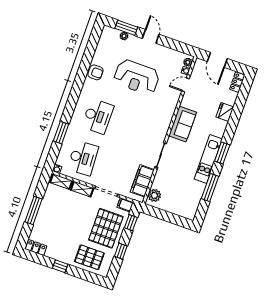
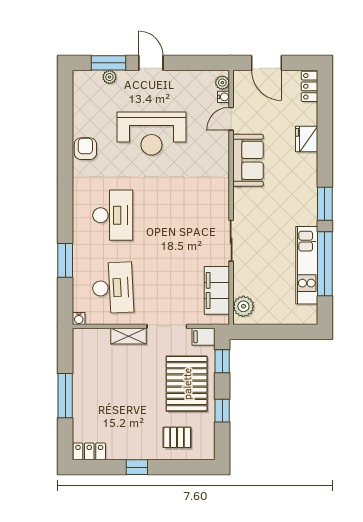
armchair: (96, 72) -> (85, 149), turned -90
sofa: (183, 124) -> (248, 160), moved
kitchen unit: (208, 159) -> (307, 265), moved
shelving: (61, 182) -> (92, 336), removed
window: (210, 187) -> (325, 264), width x1.46
pallet: (89, 257) -> (177, 437), width x0.67, depth x0.71

